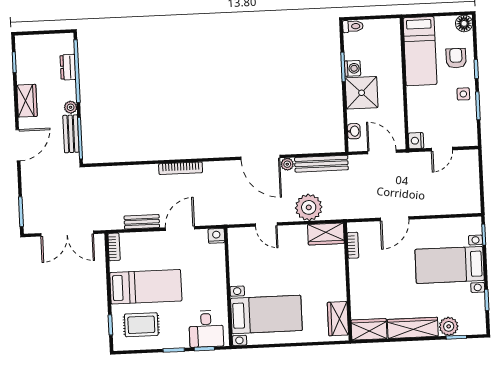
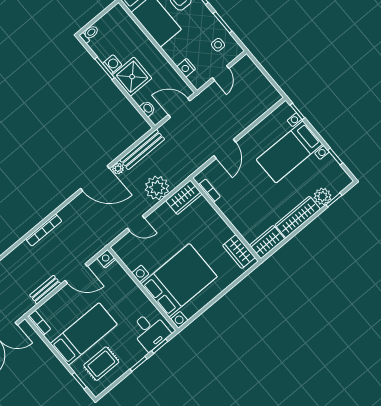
side table: (463, 94) -> (218, 45), moved
nightstand: (416, 141) -> (186, 68), moved
door: (180, 228) -> (76, 273), swing flipped
bed with nightstands: (266, 314) -> (179, 280), width x1.36

